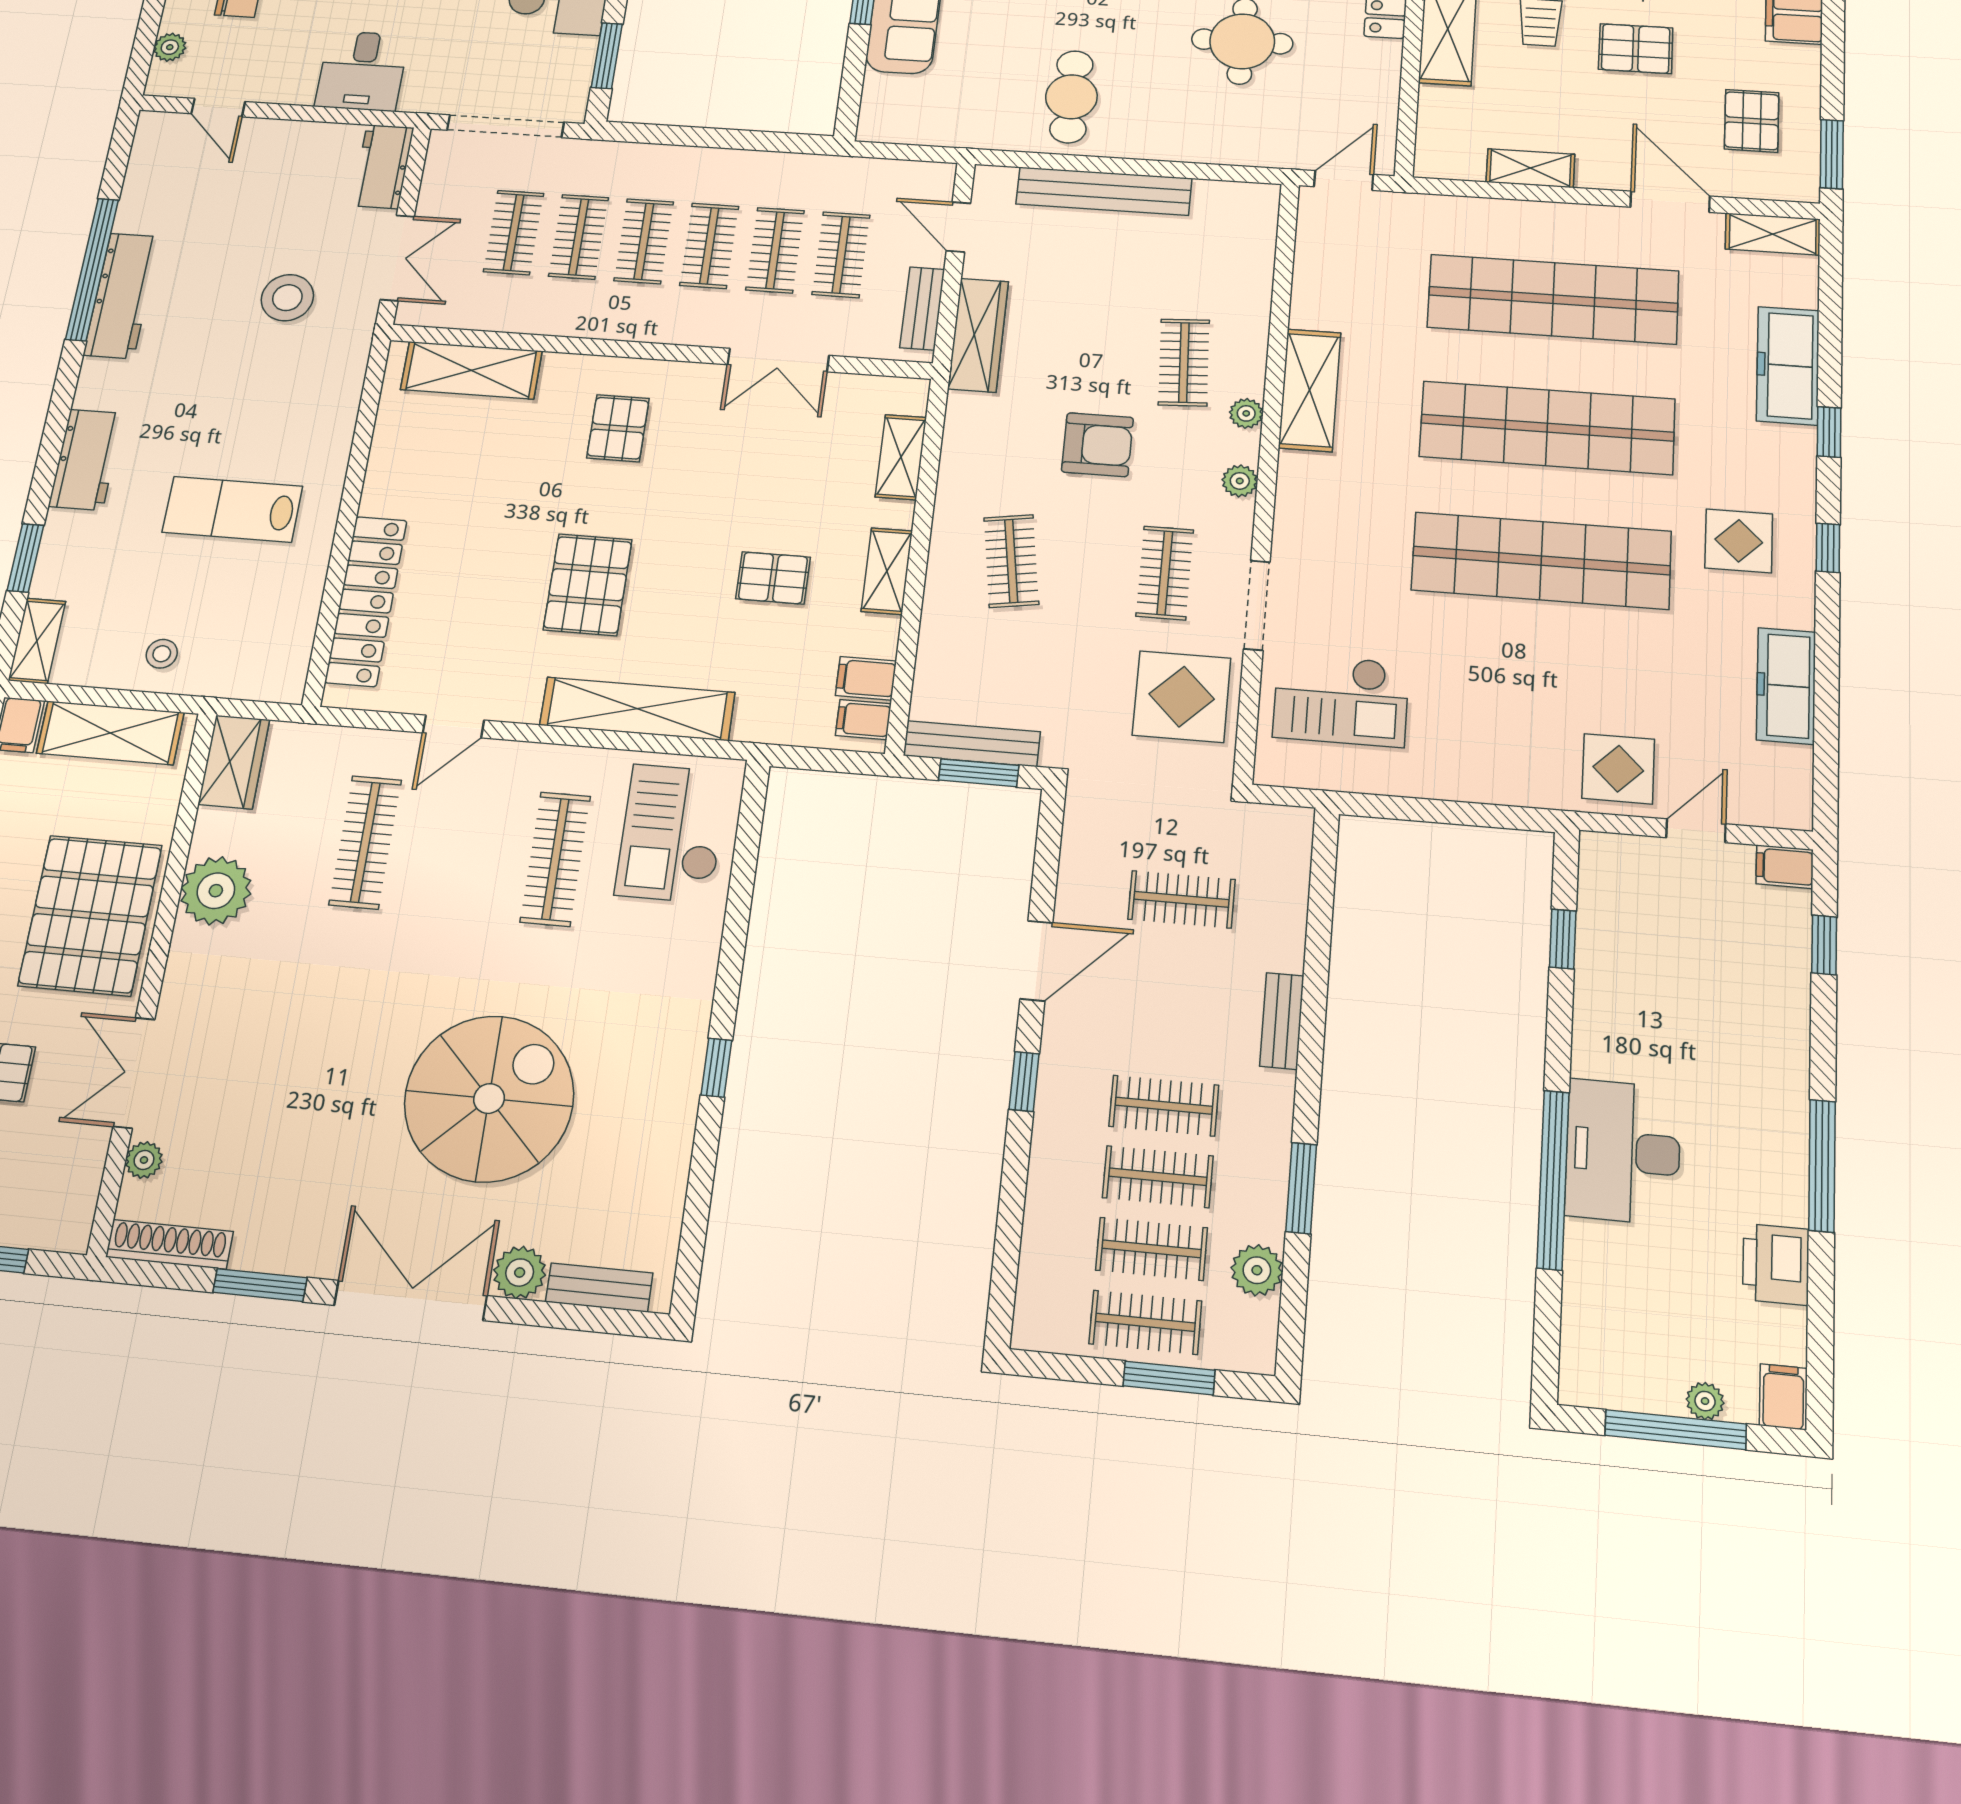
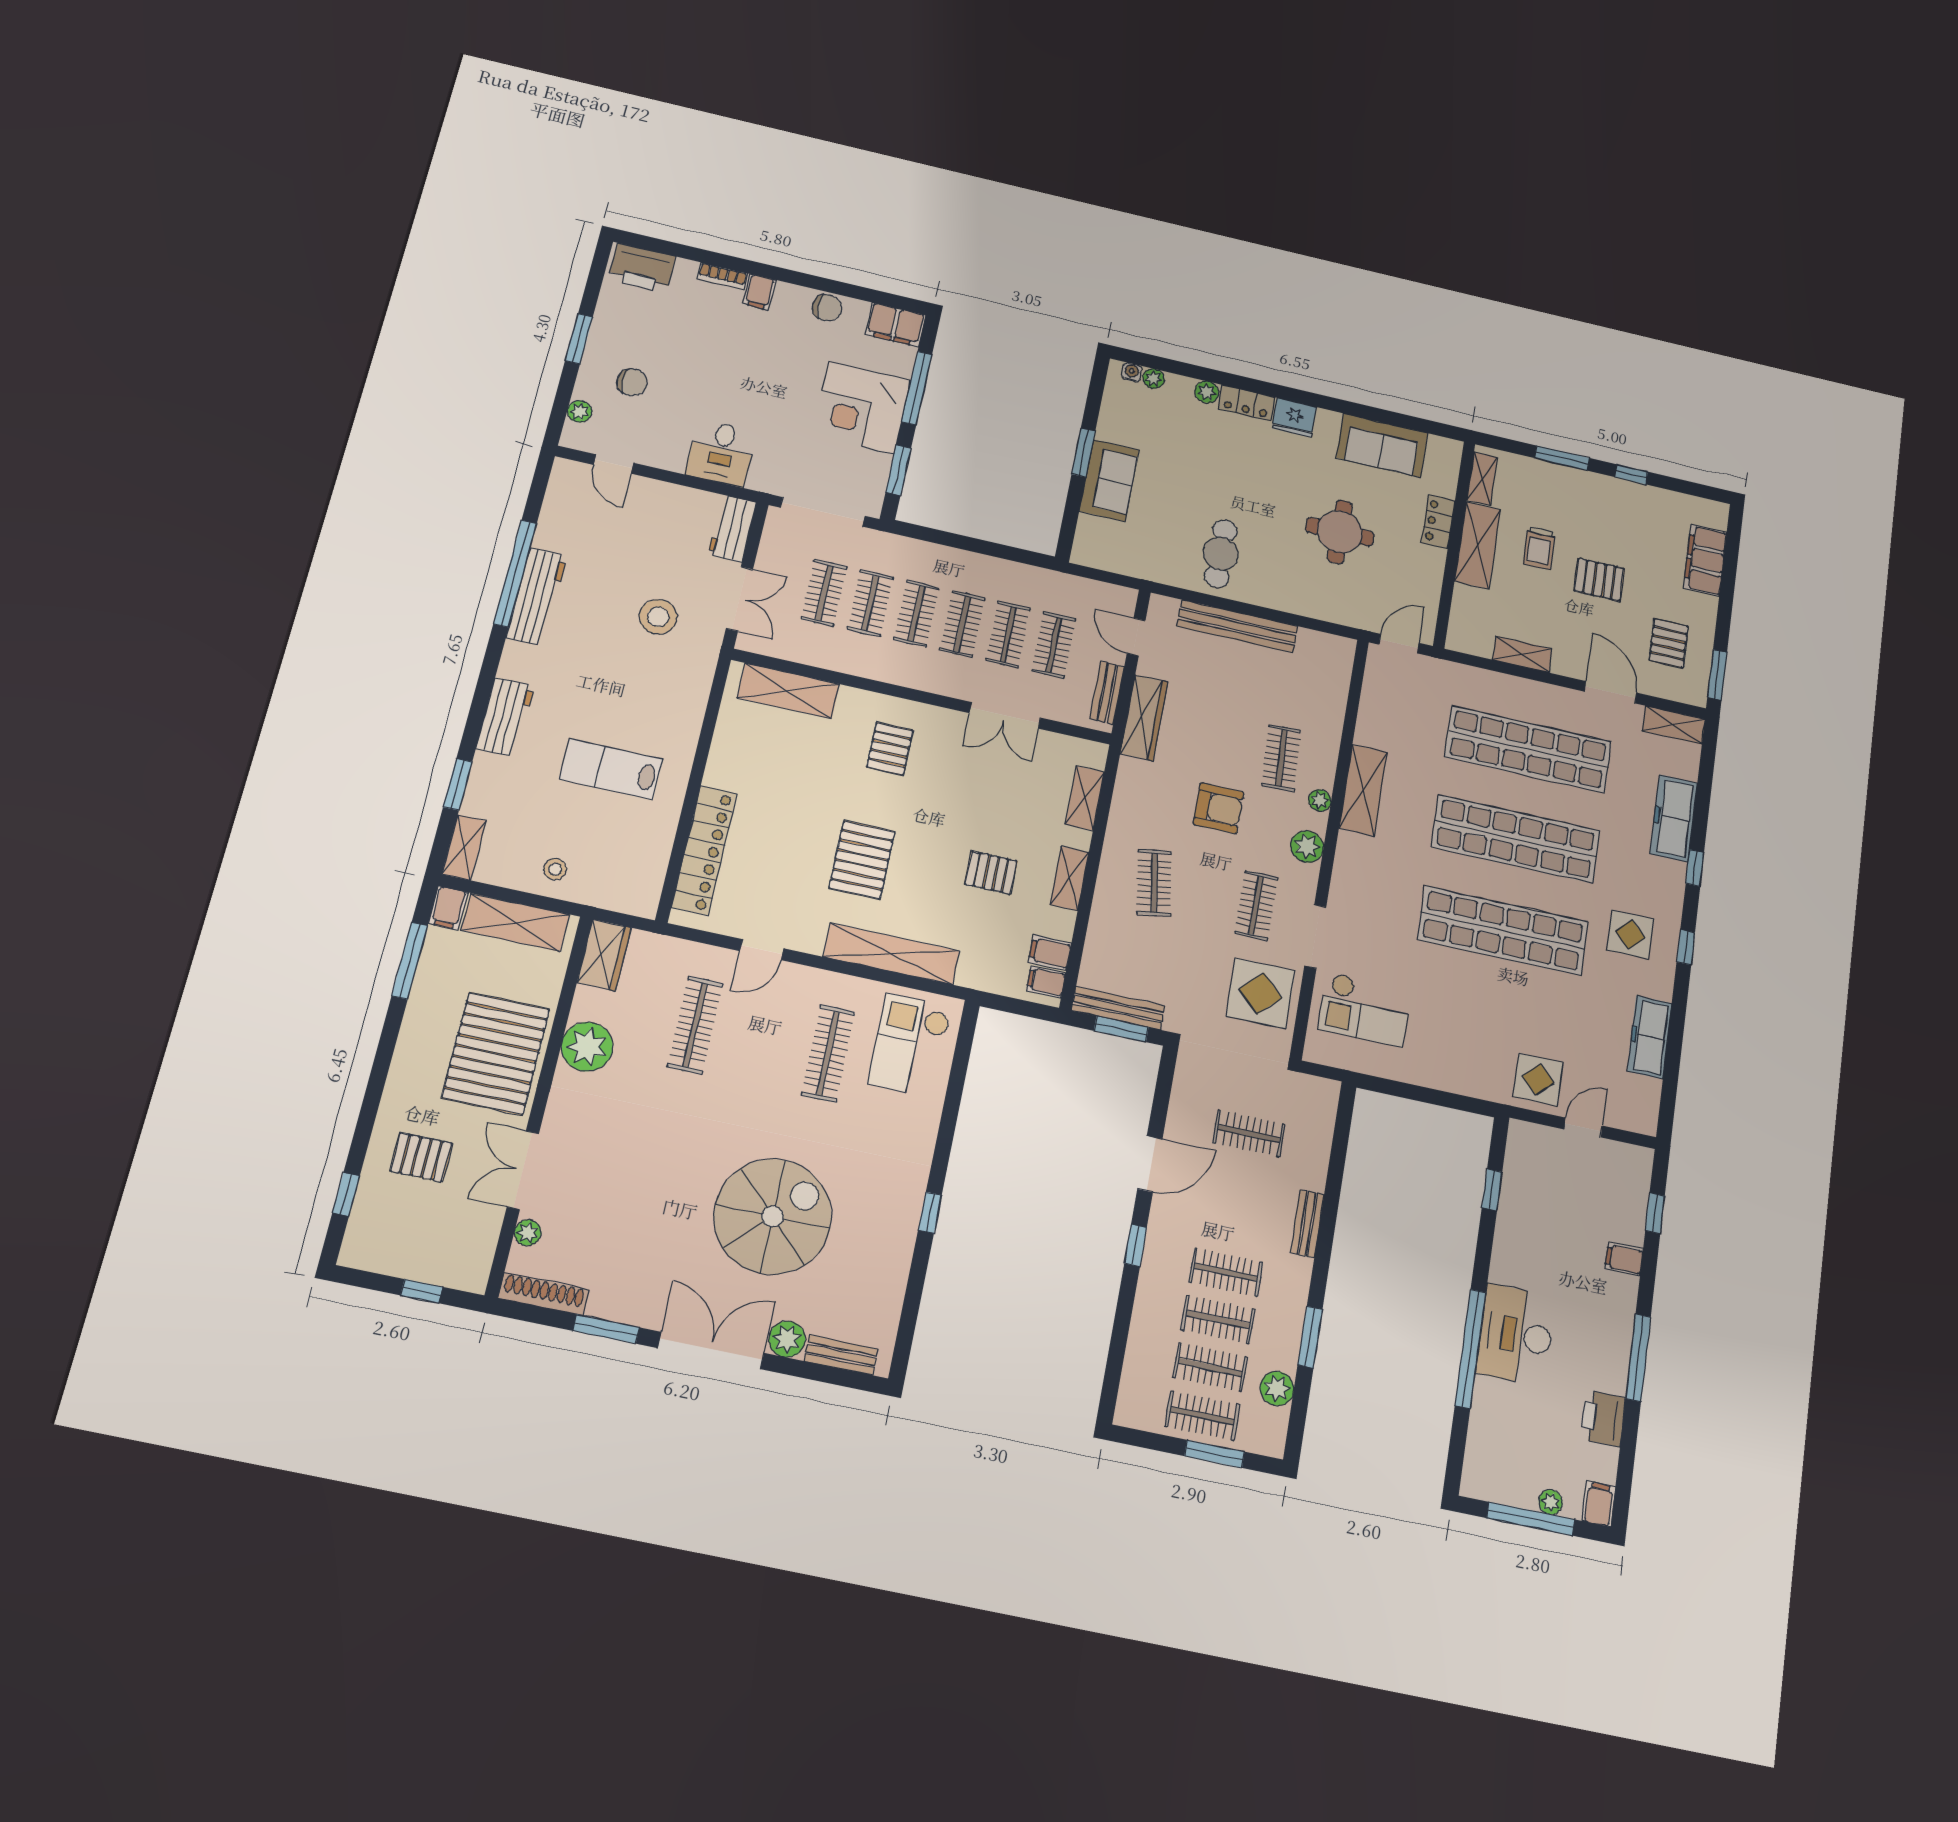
plant: (1240, 481) -> (1307, 847), width x1.38, depth x1.38
filing cabinet: (1785, 867) -> (1624, 1259), moved

